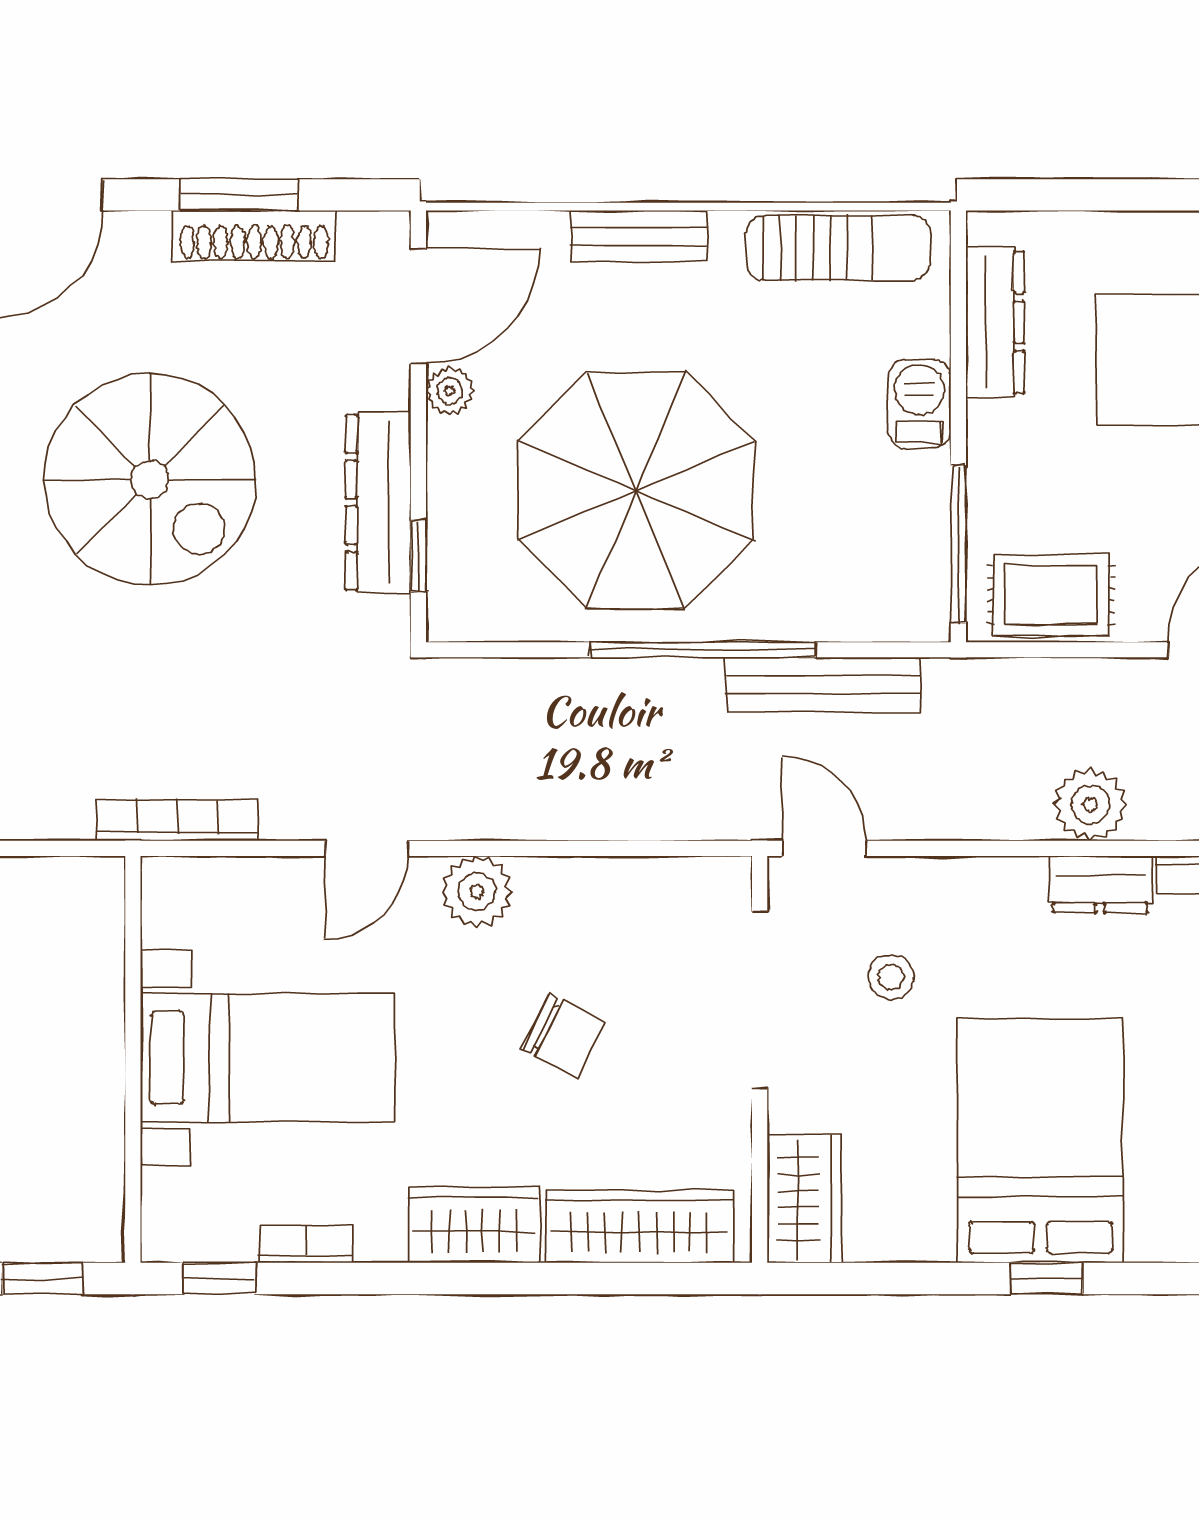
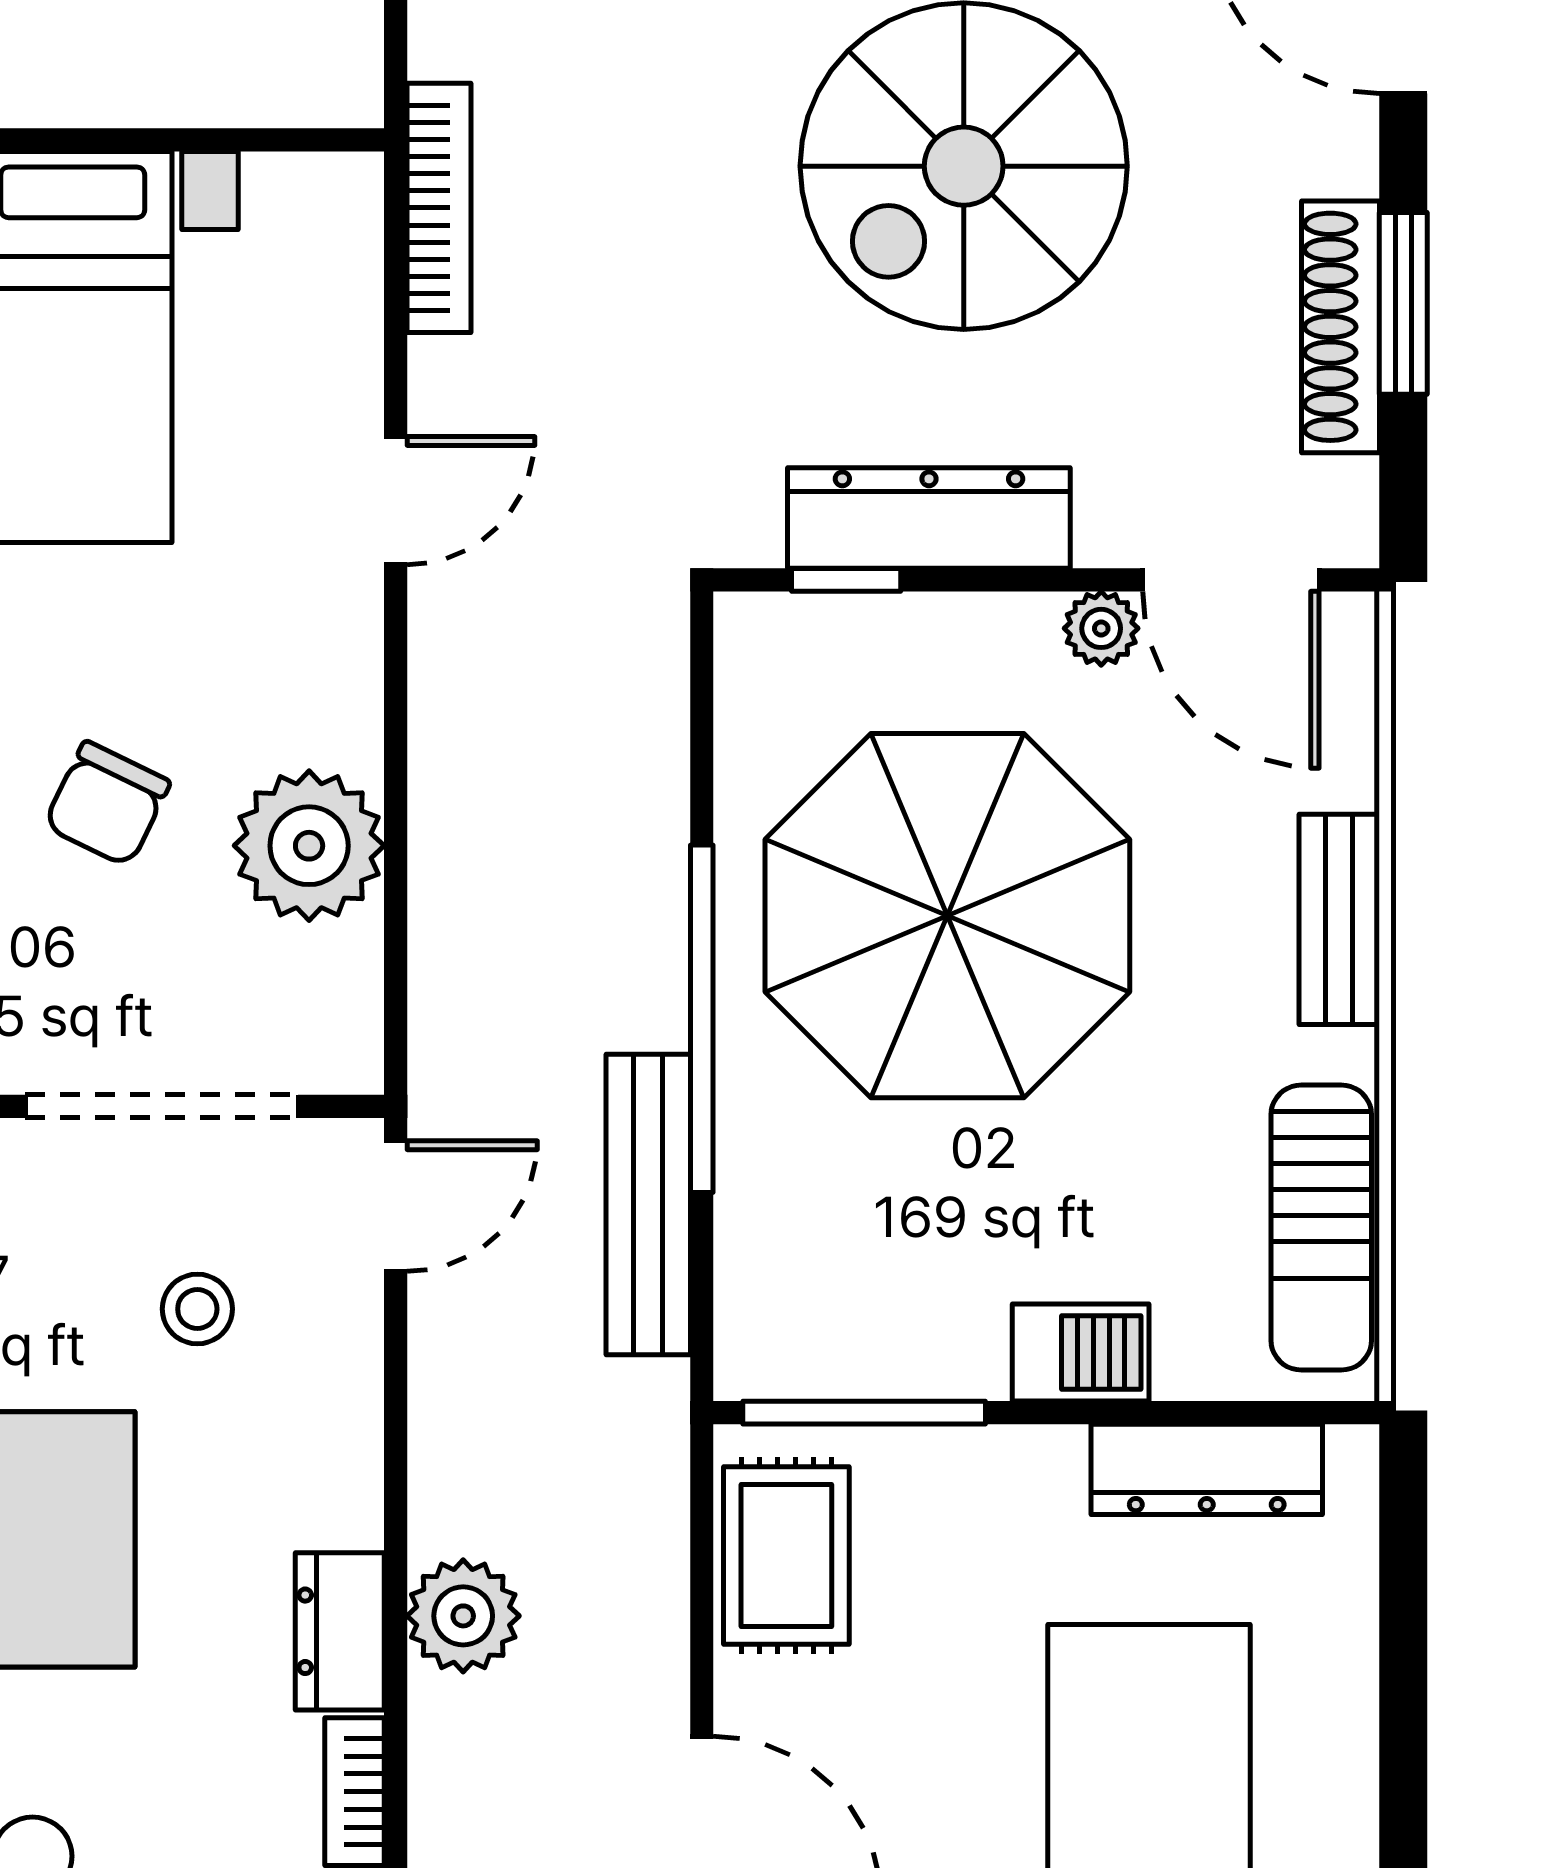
door: (367, 848) -> (396, 501), swing flipped
plant: (477, 891) -> (309, 846), moved, width x1.36, depth x1.36

